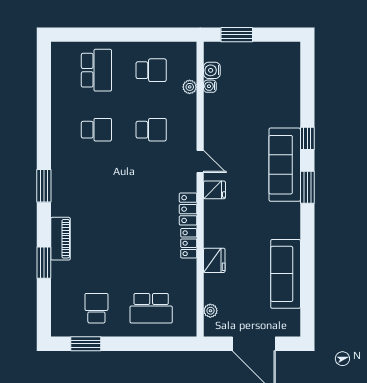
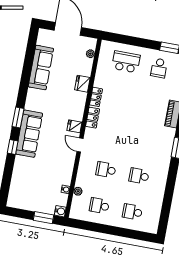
school desk: (96, 70) -> (132, 212), width x0.54
water cooler: (212, 70) -> (60, 211), moved

